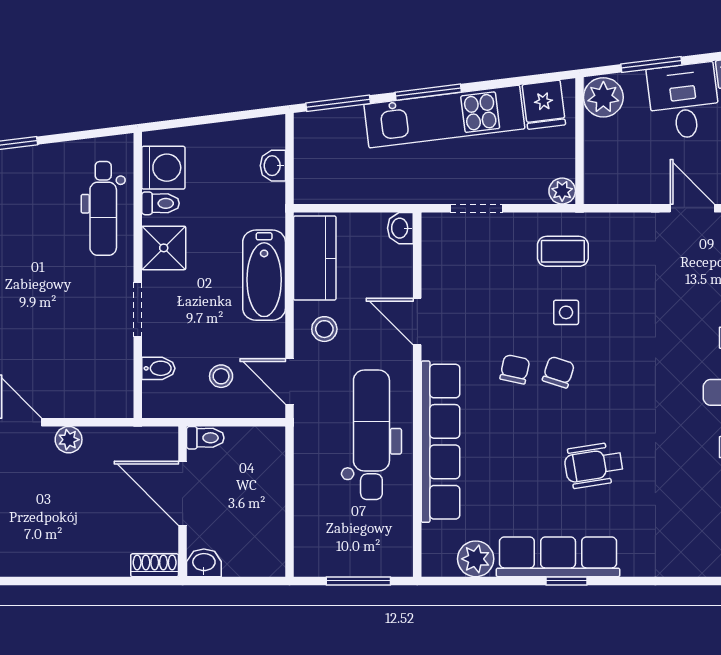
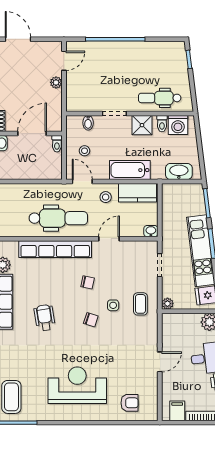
washbasin: (273, 166) -> (179, 171), width x1.91, depth x1.45
chair: (558, 372) -> (91, 320), moved
door: (290, 381) -> (82, 181), hinge flipped

